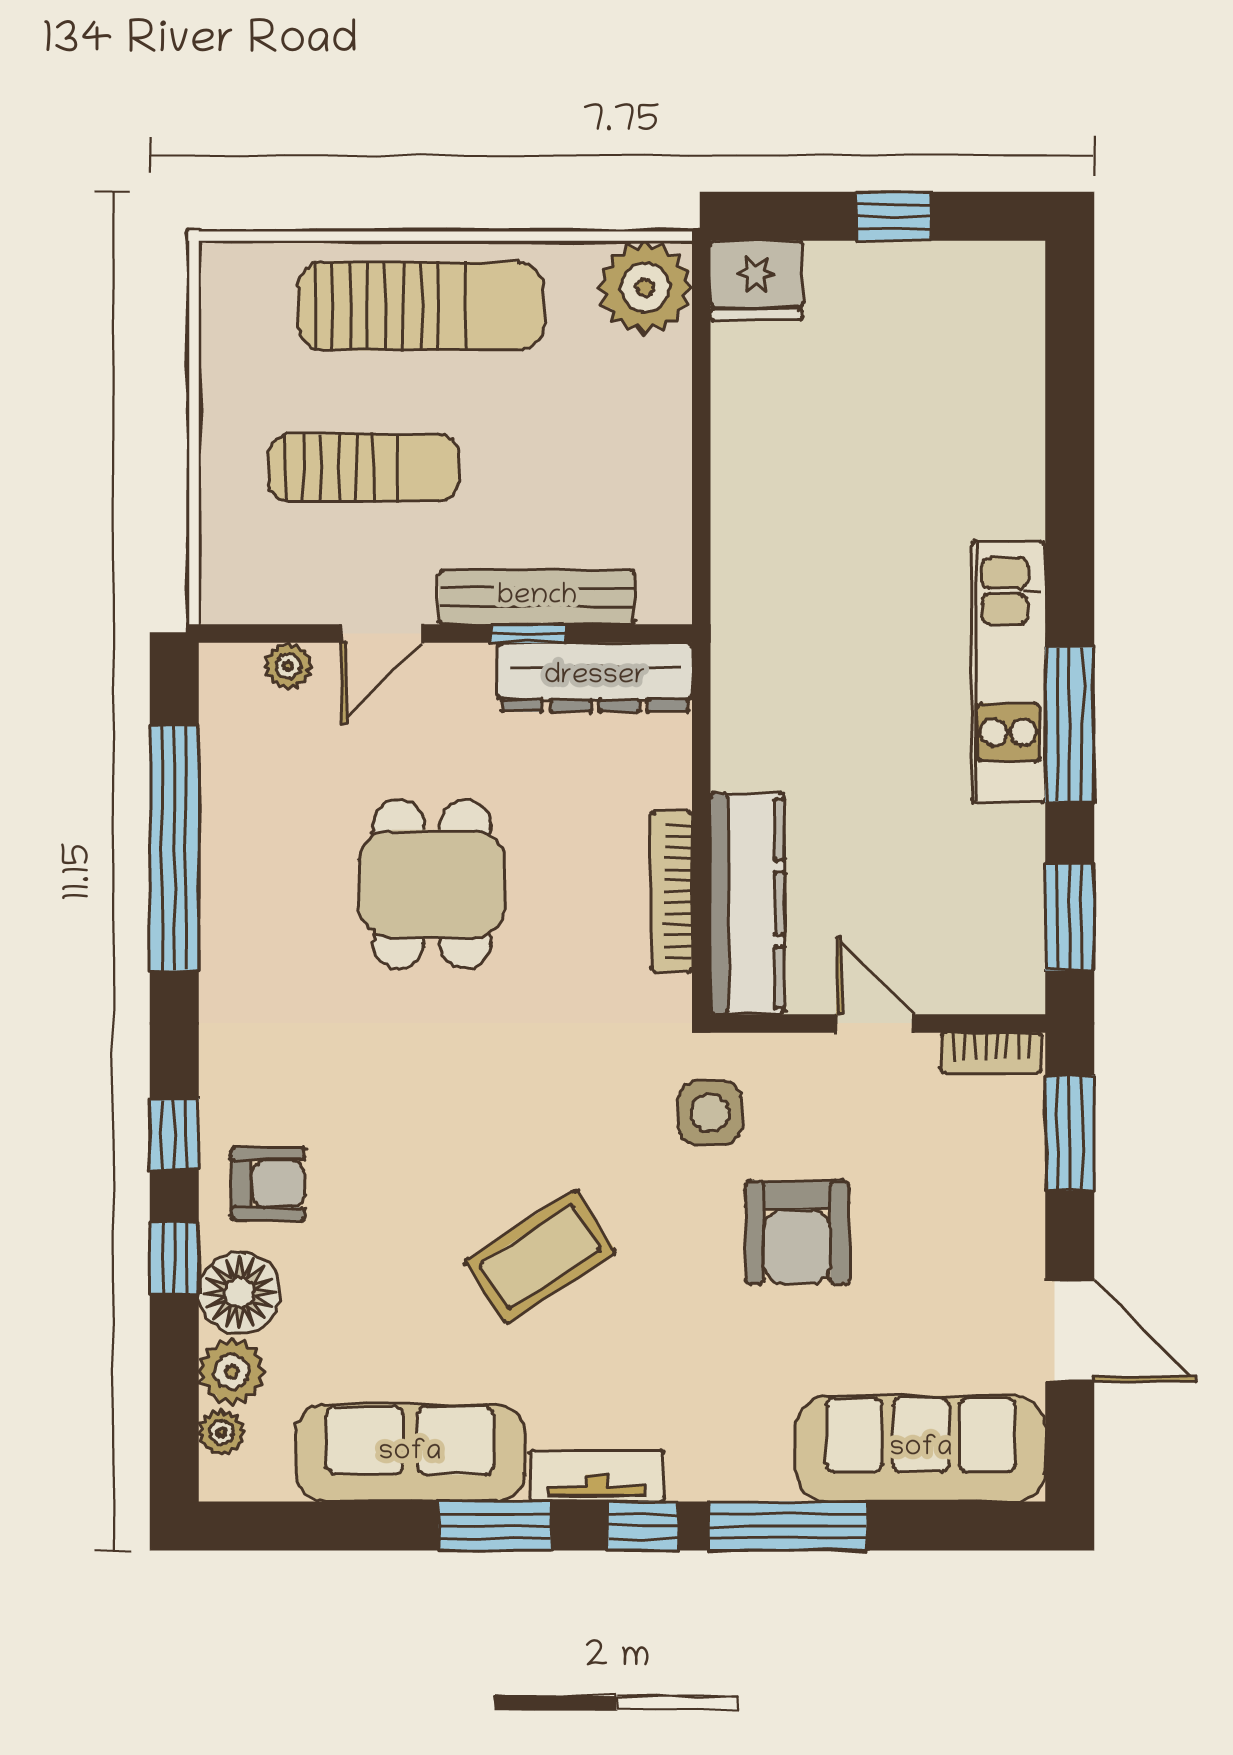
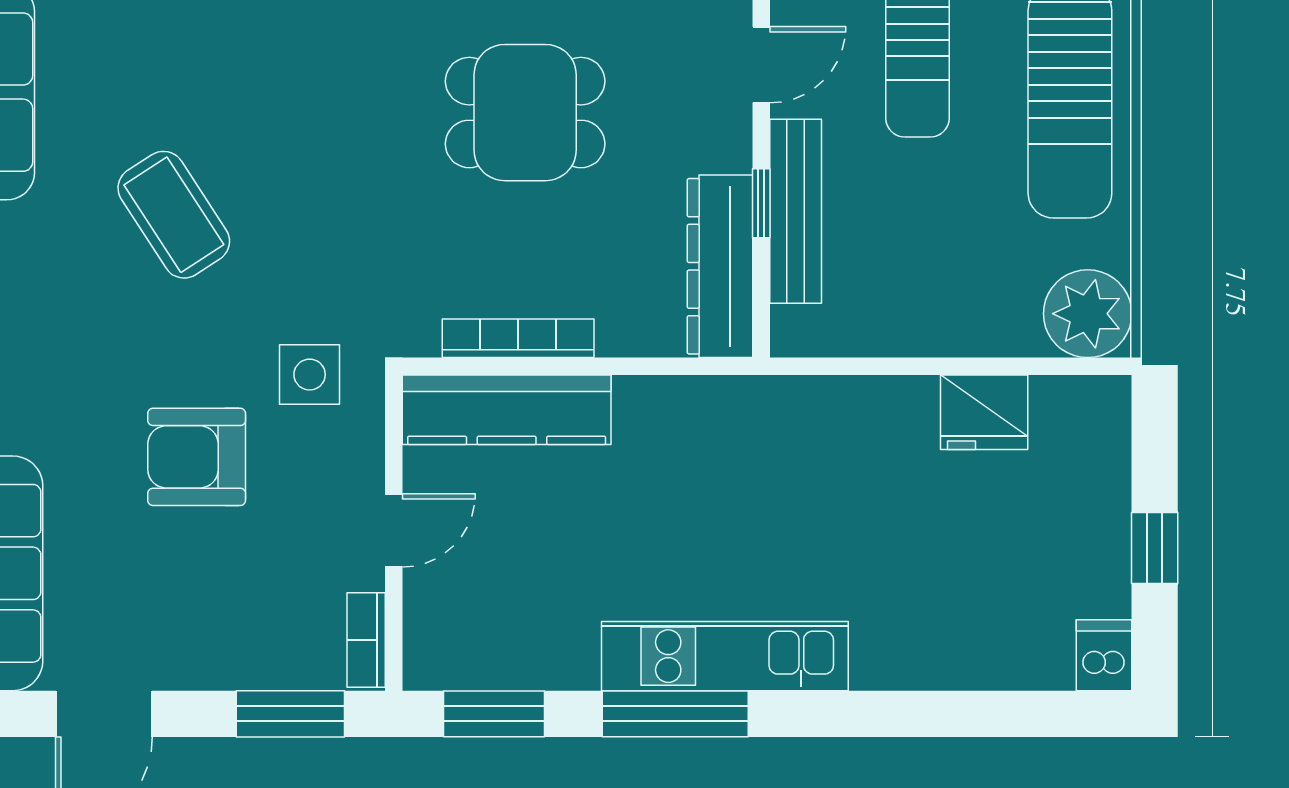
dishwasher: (1008, 270) -> (1104, 655), added
fridge: (756, 280) -> (984, 412), moved, turned -90
door: (381, 634) -> (761, 65), swing flipped

